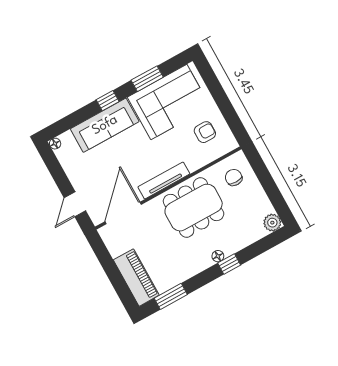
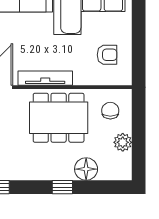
plant: (272, 223) -> (123, 142), moved
floor lamp: (218, 256) -> (86, 169), moved, width x1.89, depth x1.89

